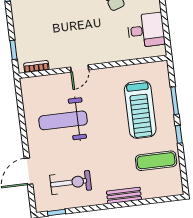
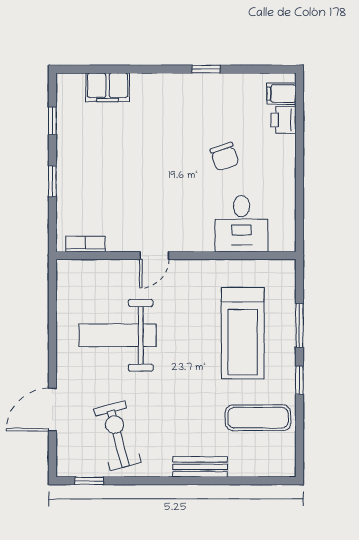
desk: (146, 30) -> (242, 224), moved, turned 90
window: (13, 50) -> (52, 181), moved
exercise bike: (71, 183) -> (117, 436), turned -105

